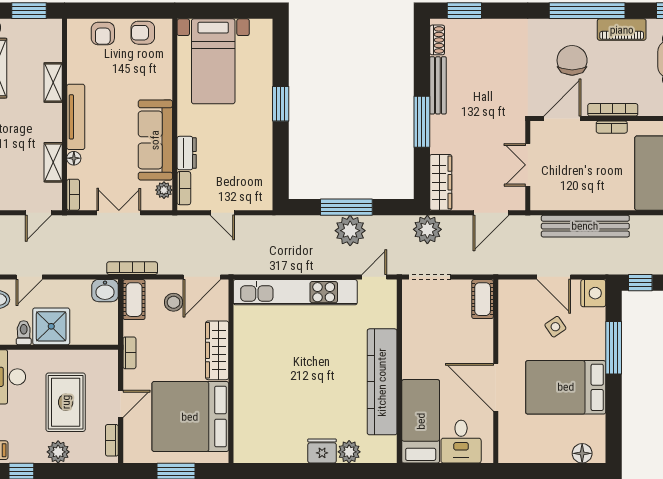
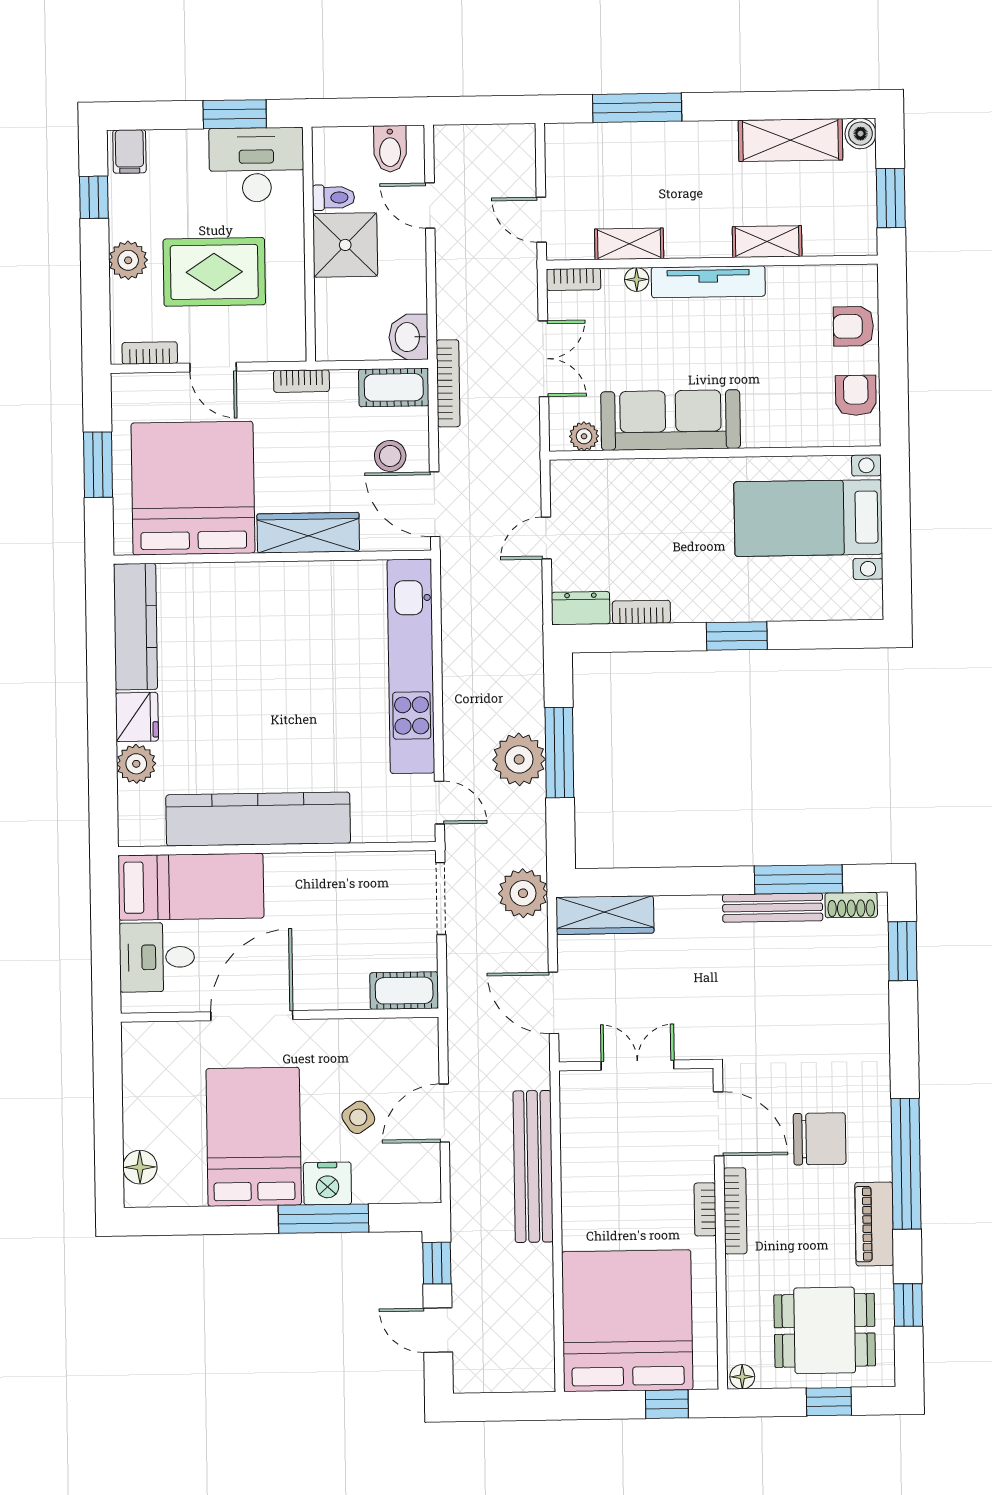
window: (422, 122) -> (798, 879), moved
dresser: (187, 153) -> (581, 608), moved, turned 180
bookcase: (184, 188) -> (641, 612), moved, turned 180
nightstand: (593, 293) -> (327, 1183), moved
kitchen counter: (270, 451) -> (136, 627), added

